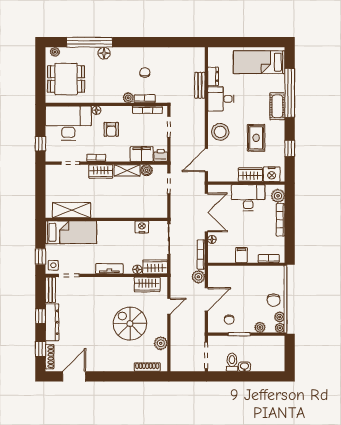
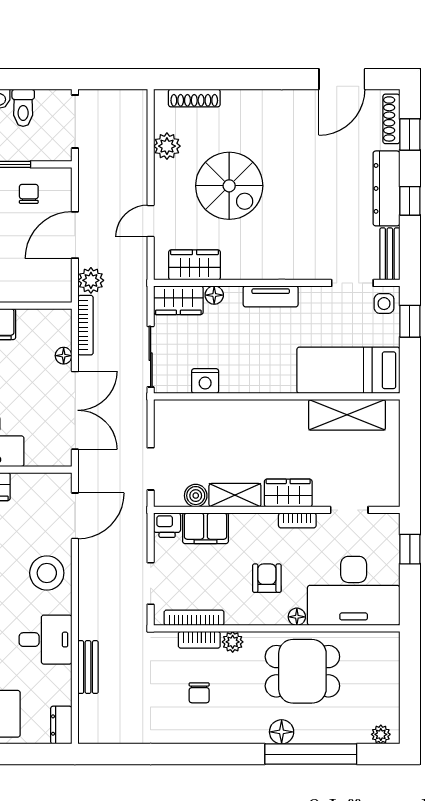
dresser: (213, 76) -> (61, 725), moved
dining table: (66, 79) -> (302, 671), moved
double door: (206, 212) -> (75, 410), swing flipped

